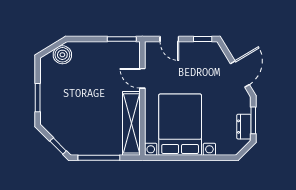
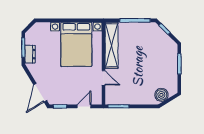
door: (169, 39) -> (84, 106), hinge flipped
door: (240, 74) -> (40, 93), moved
dresser: (244, 127) -> (30, 54), moved

